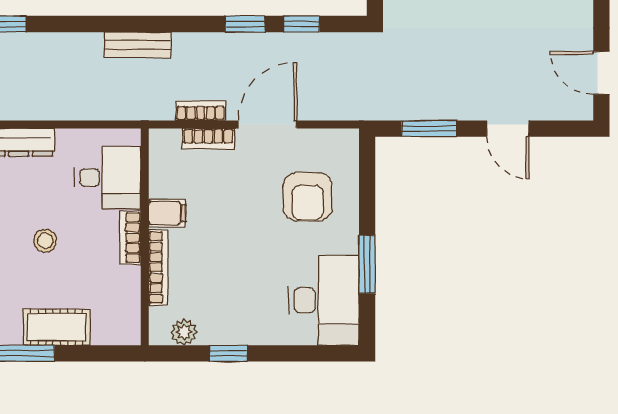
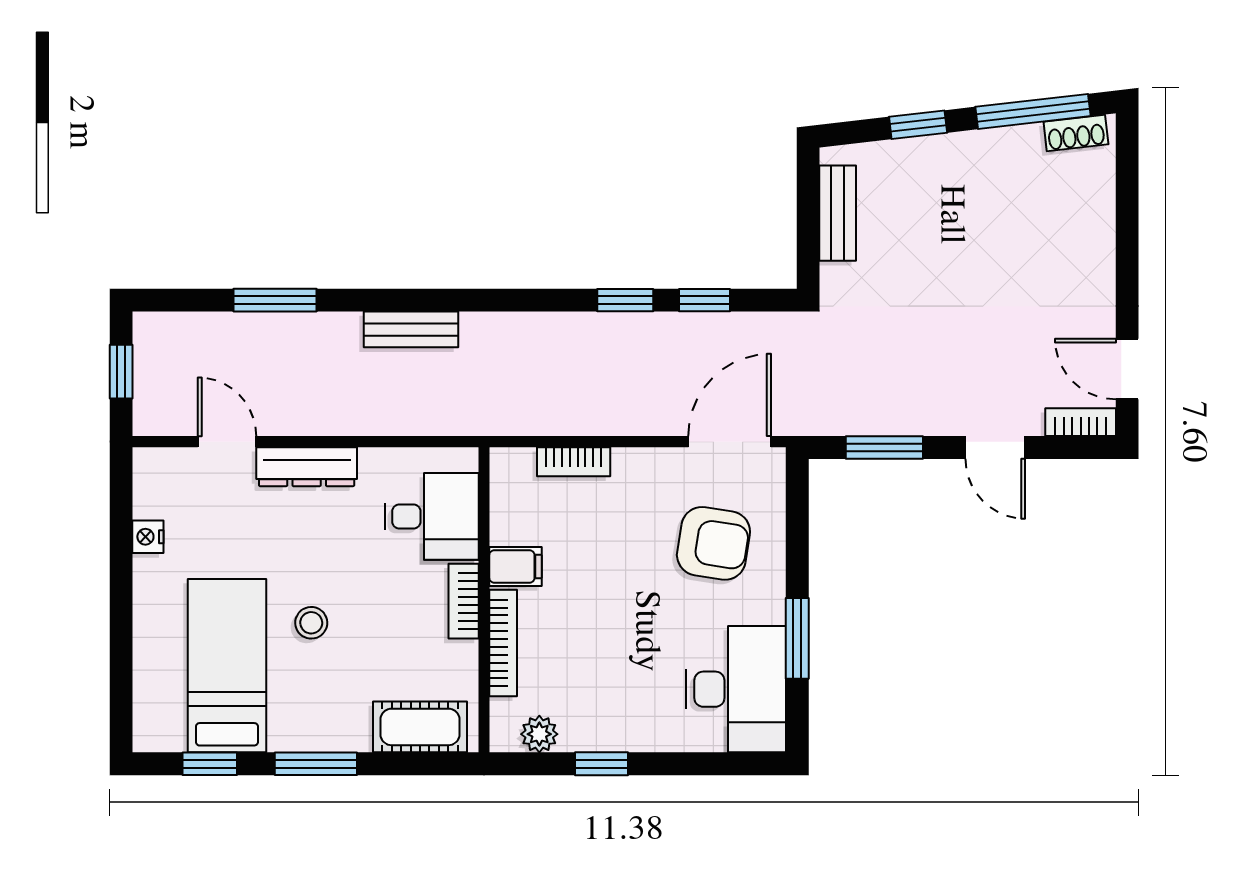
bench: (138, 45) -> (411, 329), moved
bookcase: (201, 111) -> (1081, 422), moved
door: (267, 124) -> (730, 442), moved
armchair: (308, 197) -> (713, 543), turned -81
stool: (45, 241) -> (311, 623), moved
cot: (57, 327) -> (420, 727), moved

